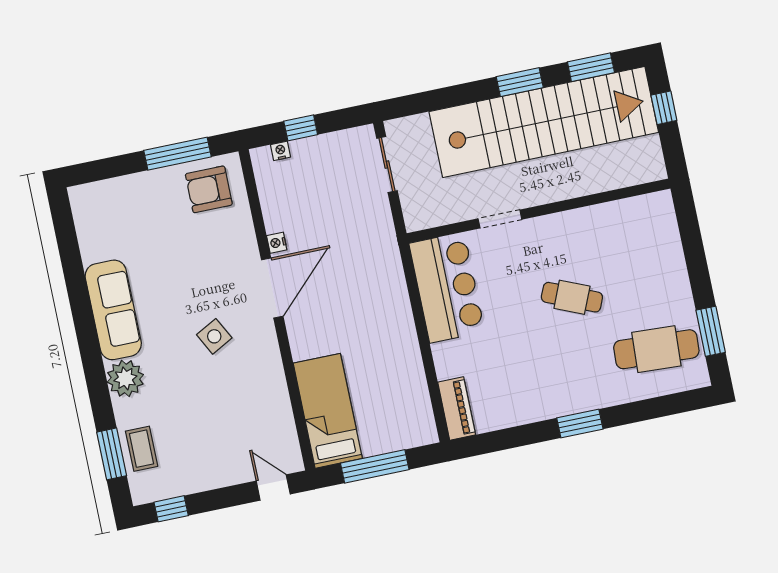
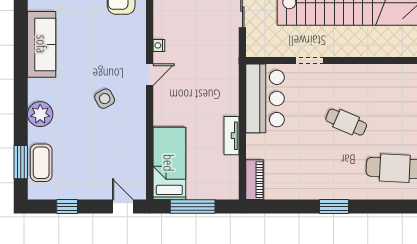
door: (272, 288) -> (150, 75), width x0.53
sofa: (113, 310) -> (42, 44), moved
tv unit: (410, 352) -> (232, 136), added
coffee table: (142, 449) -> (41, 163), width x1.36, depth x1.30
window: (171, 509) -> (67, 207), moved

